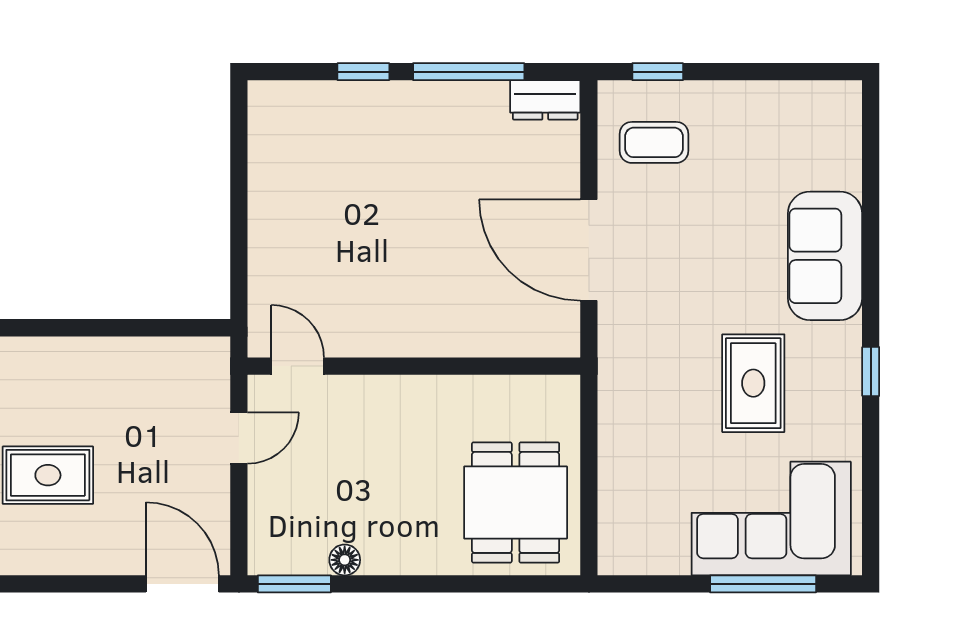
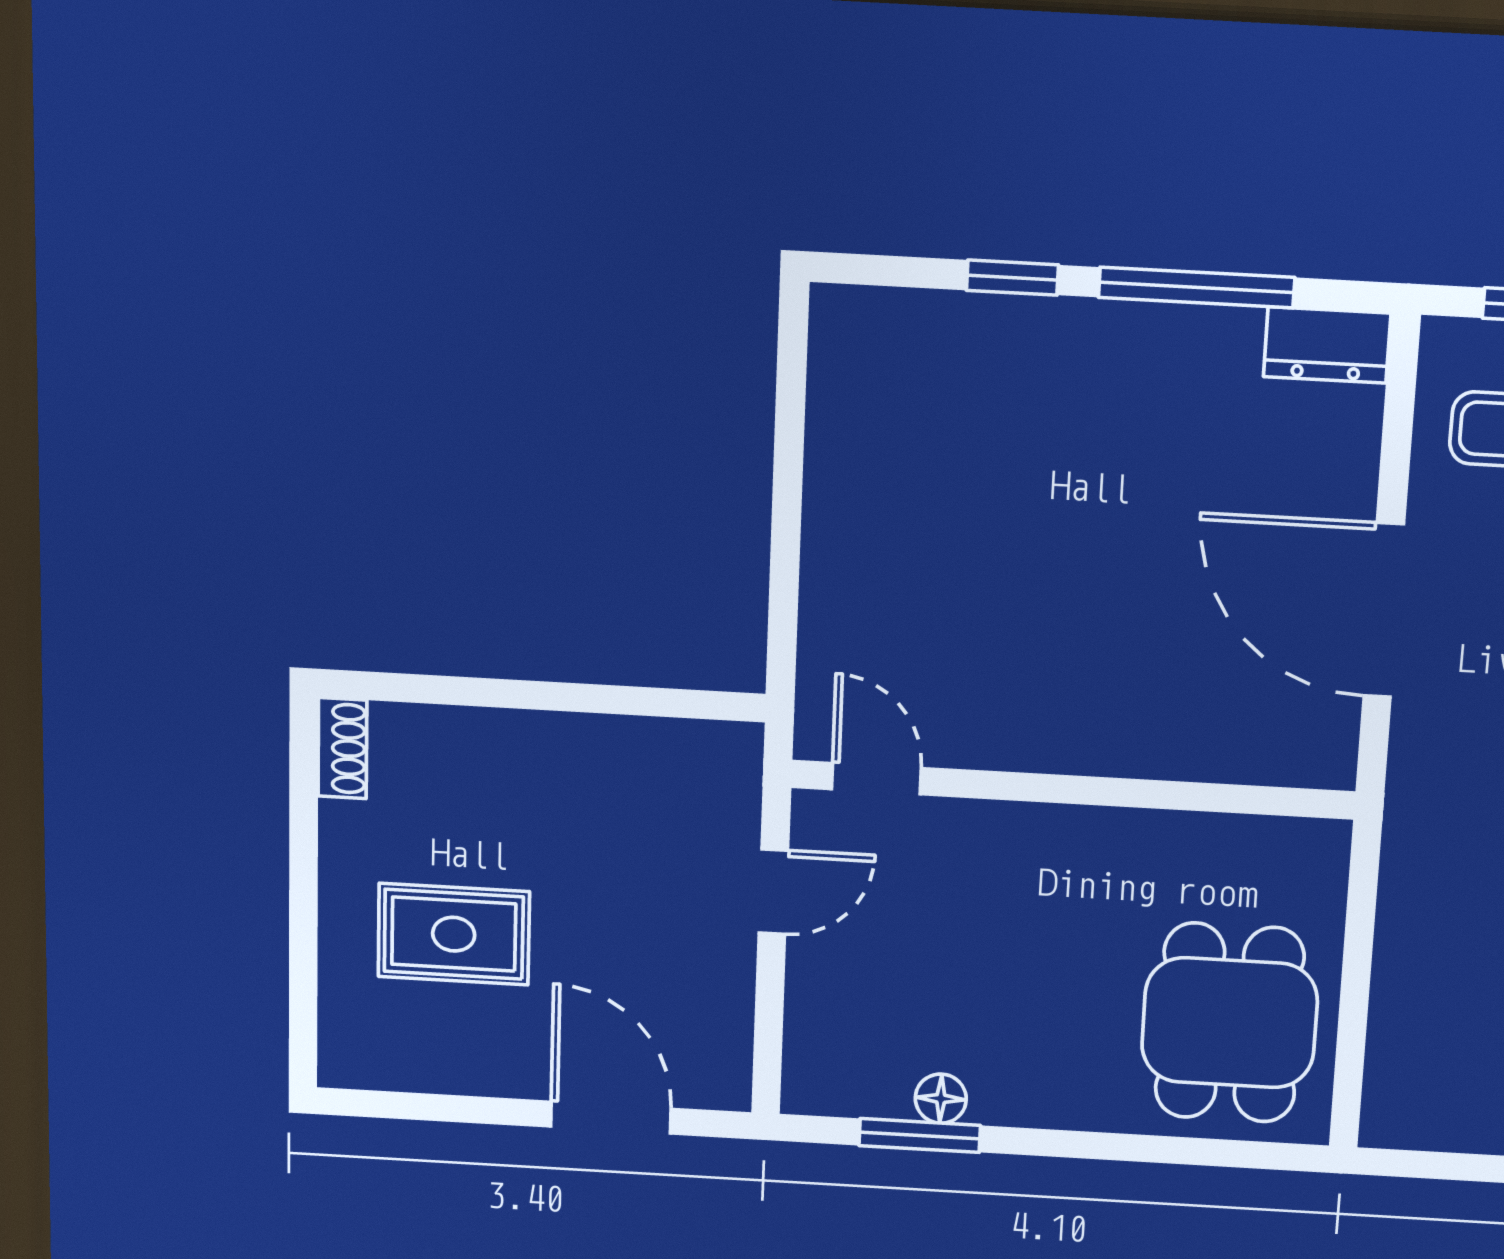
door: (182, 584) -> (611, 1118), moved
window: (294, 584) -> (920, 1136), moved

